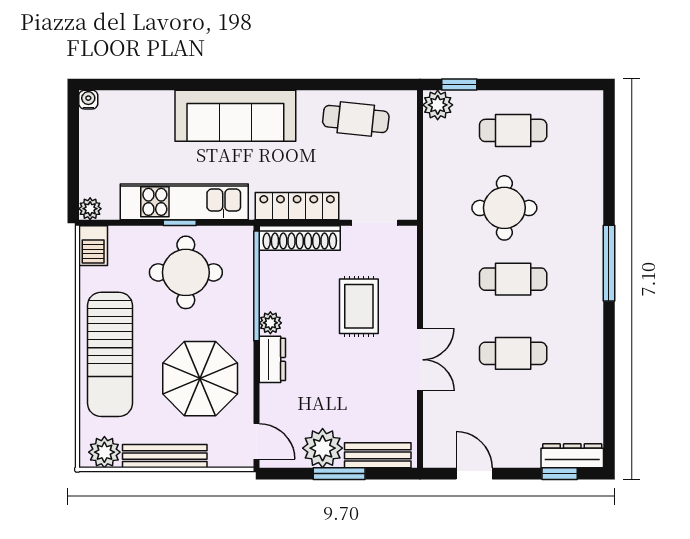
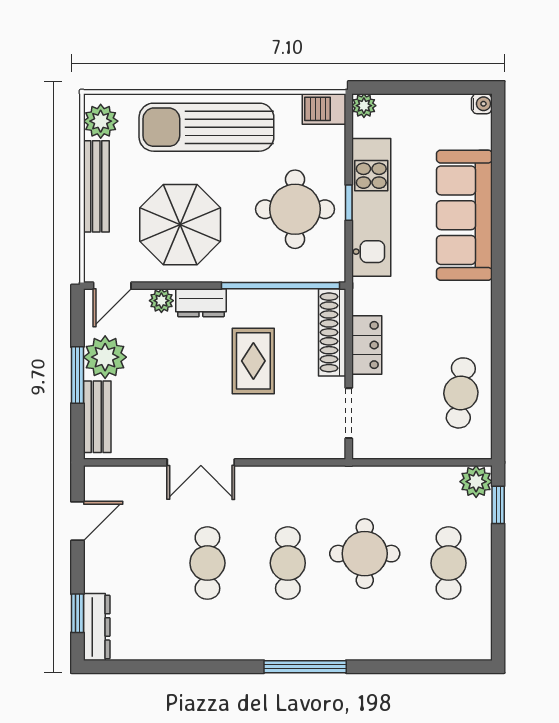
sofa: (235, 116) -> (464, 215), moved
locker: (297, 206) -> (367, 345), width x0.66
rug: (359, 306) -> (253, 361), moved, turned 90
plant: (270, 323) -> (161, 301), moved

